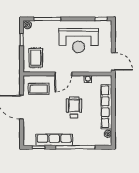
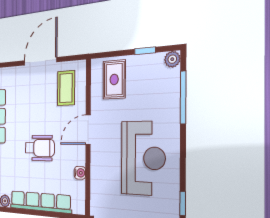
reception desk: (79, 41) -> (143, 158), turned 180
rug: (36, 58) -> (114, 79), turned 90
door: (63, 74) -> (88, 130), hinge flipped

